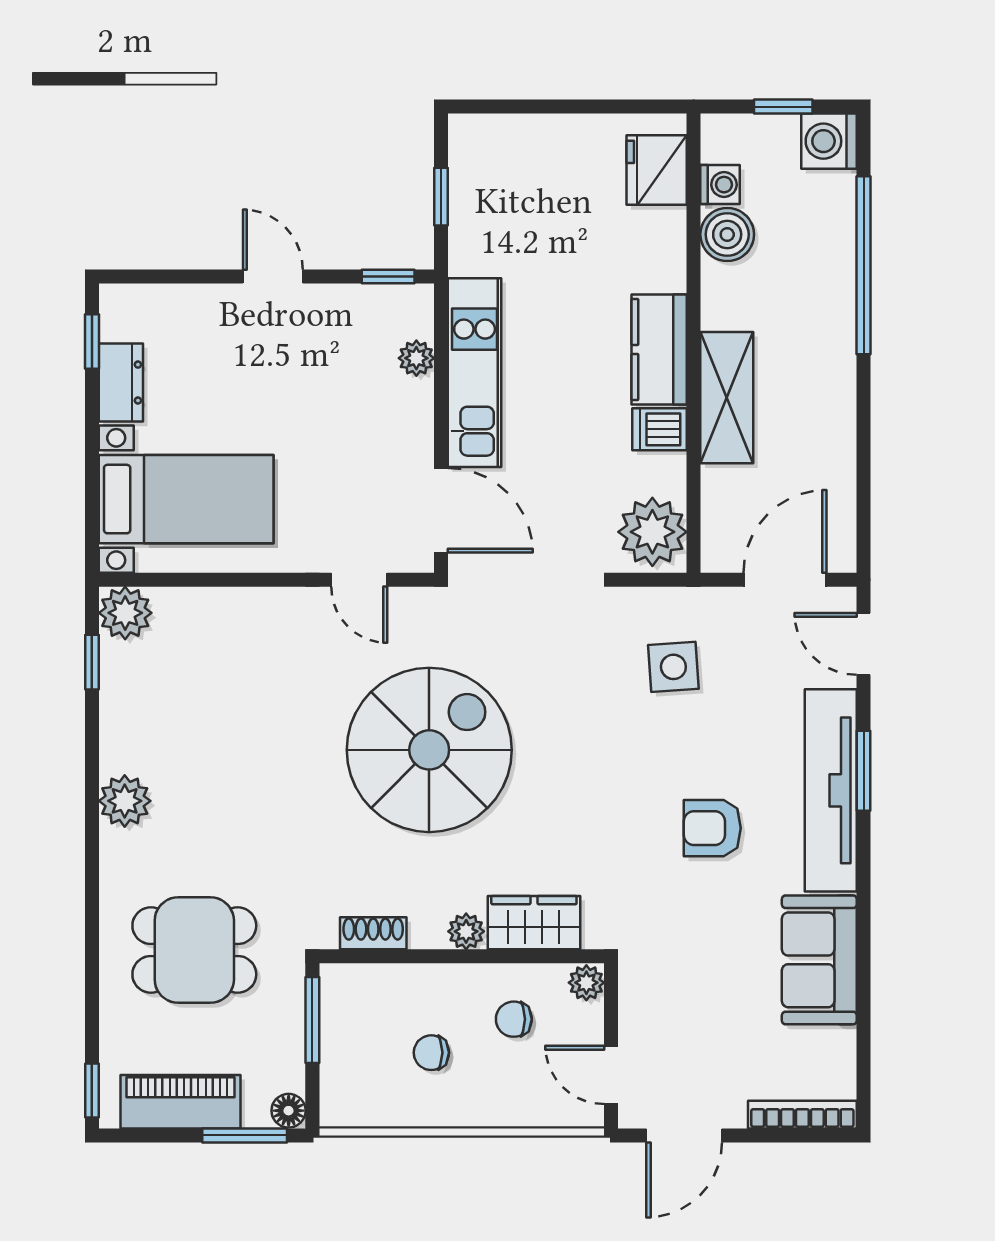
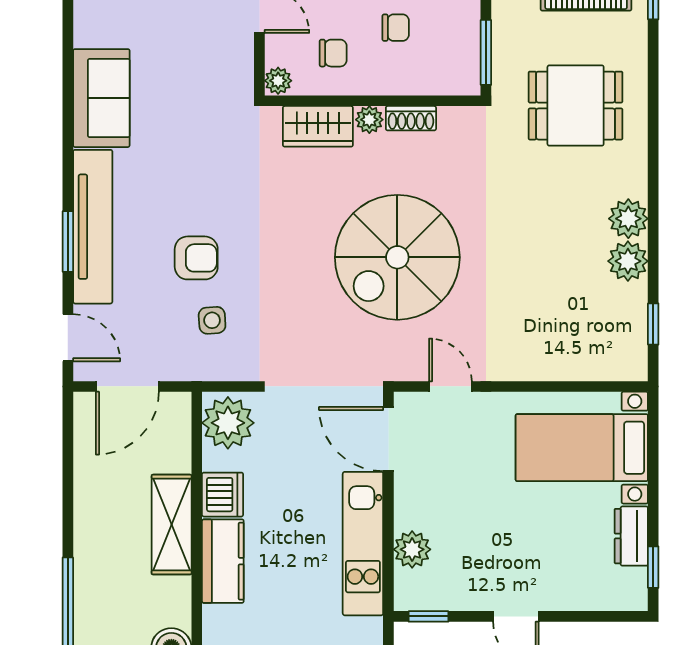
plant: (416, 358) -> (412, 549), width x1.38, depth x1.38
dishwasher: (660, 429) -> (223, 495), width x1.38
plant: (125, 613) -> (628, 261), moved
side table: (673, 667) -> (212, 320), width x0.73, depth x0.73
armchair: (712, 828) -> (196, 258), moved
shoe rack: (373, 933) -> (411, 118), moved

